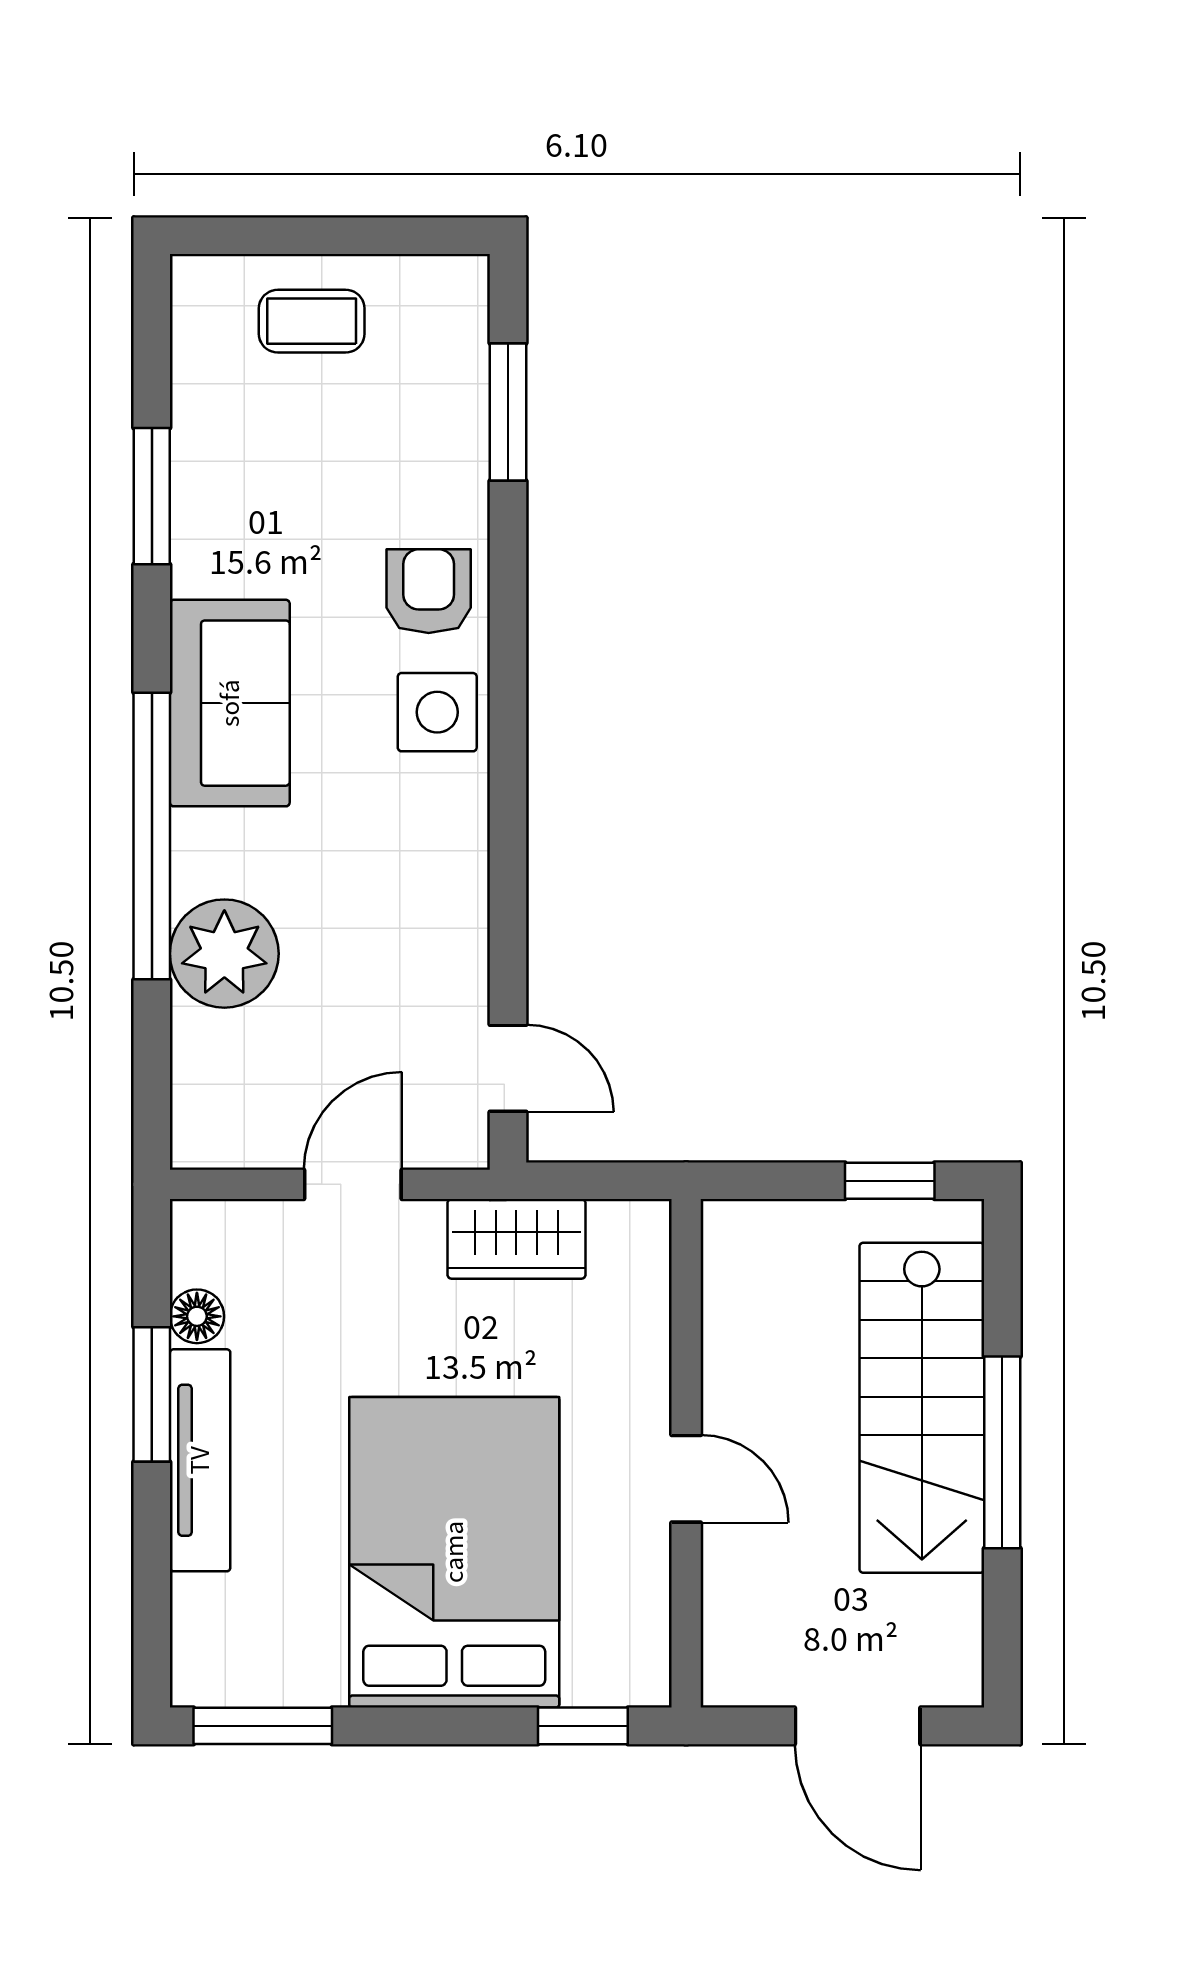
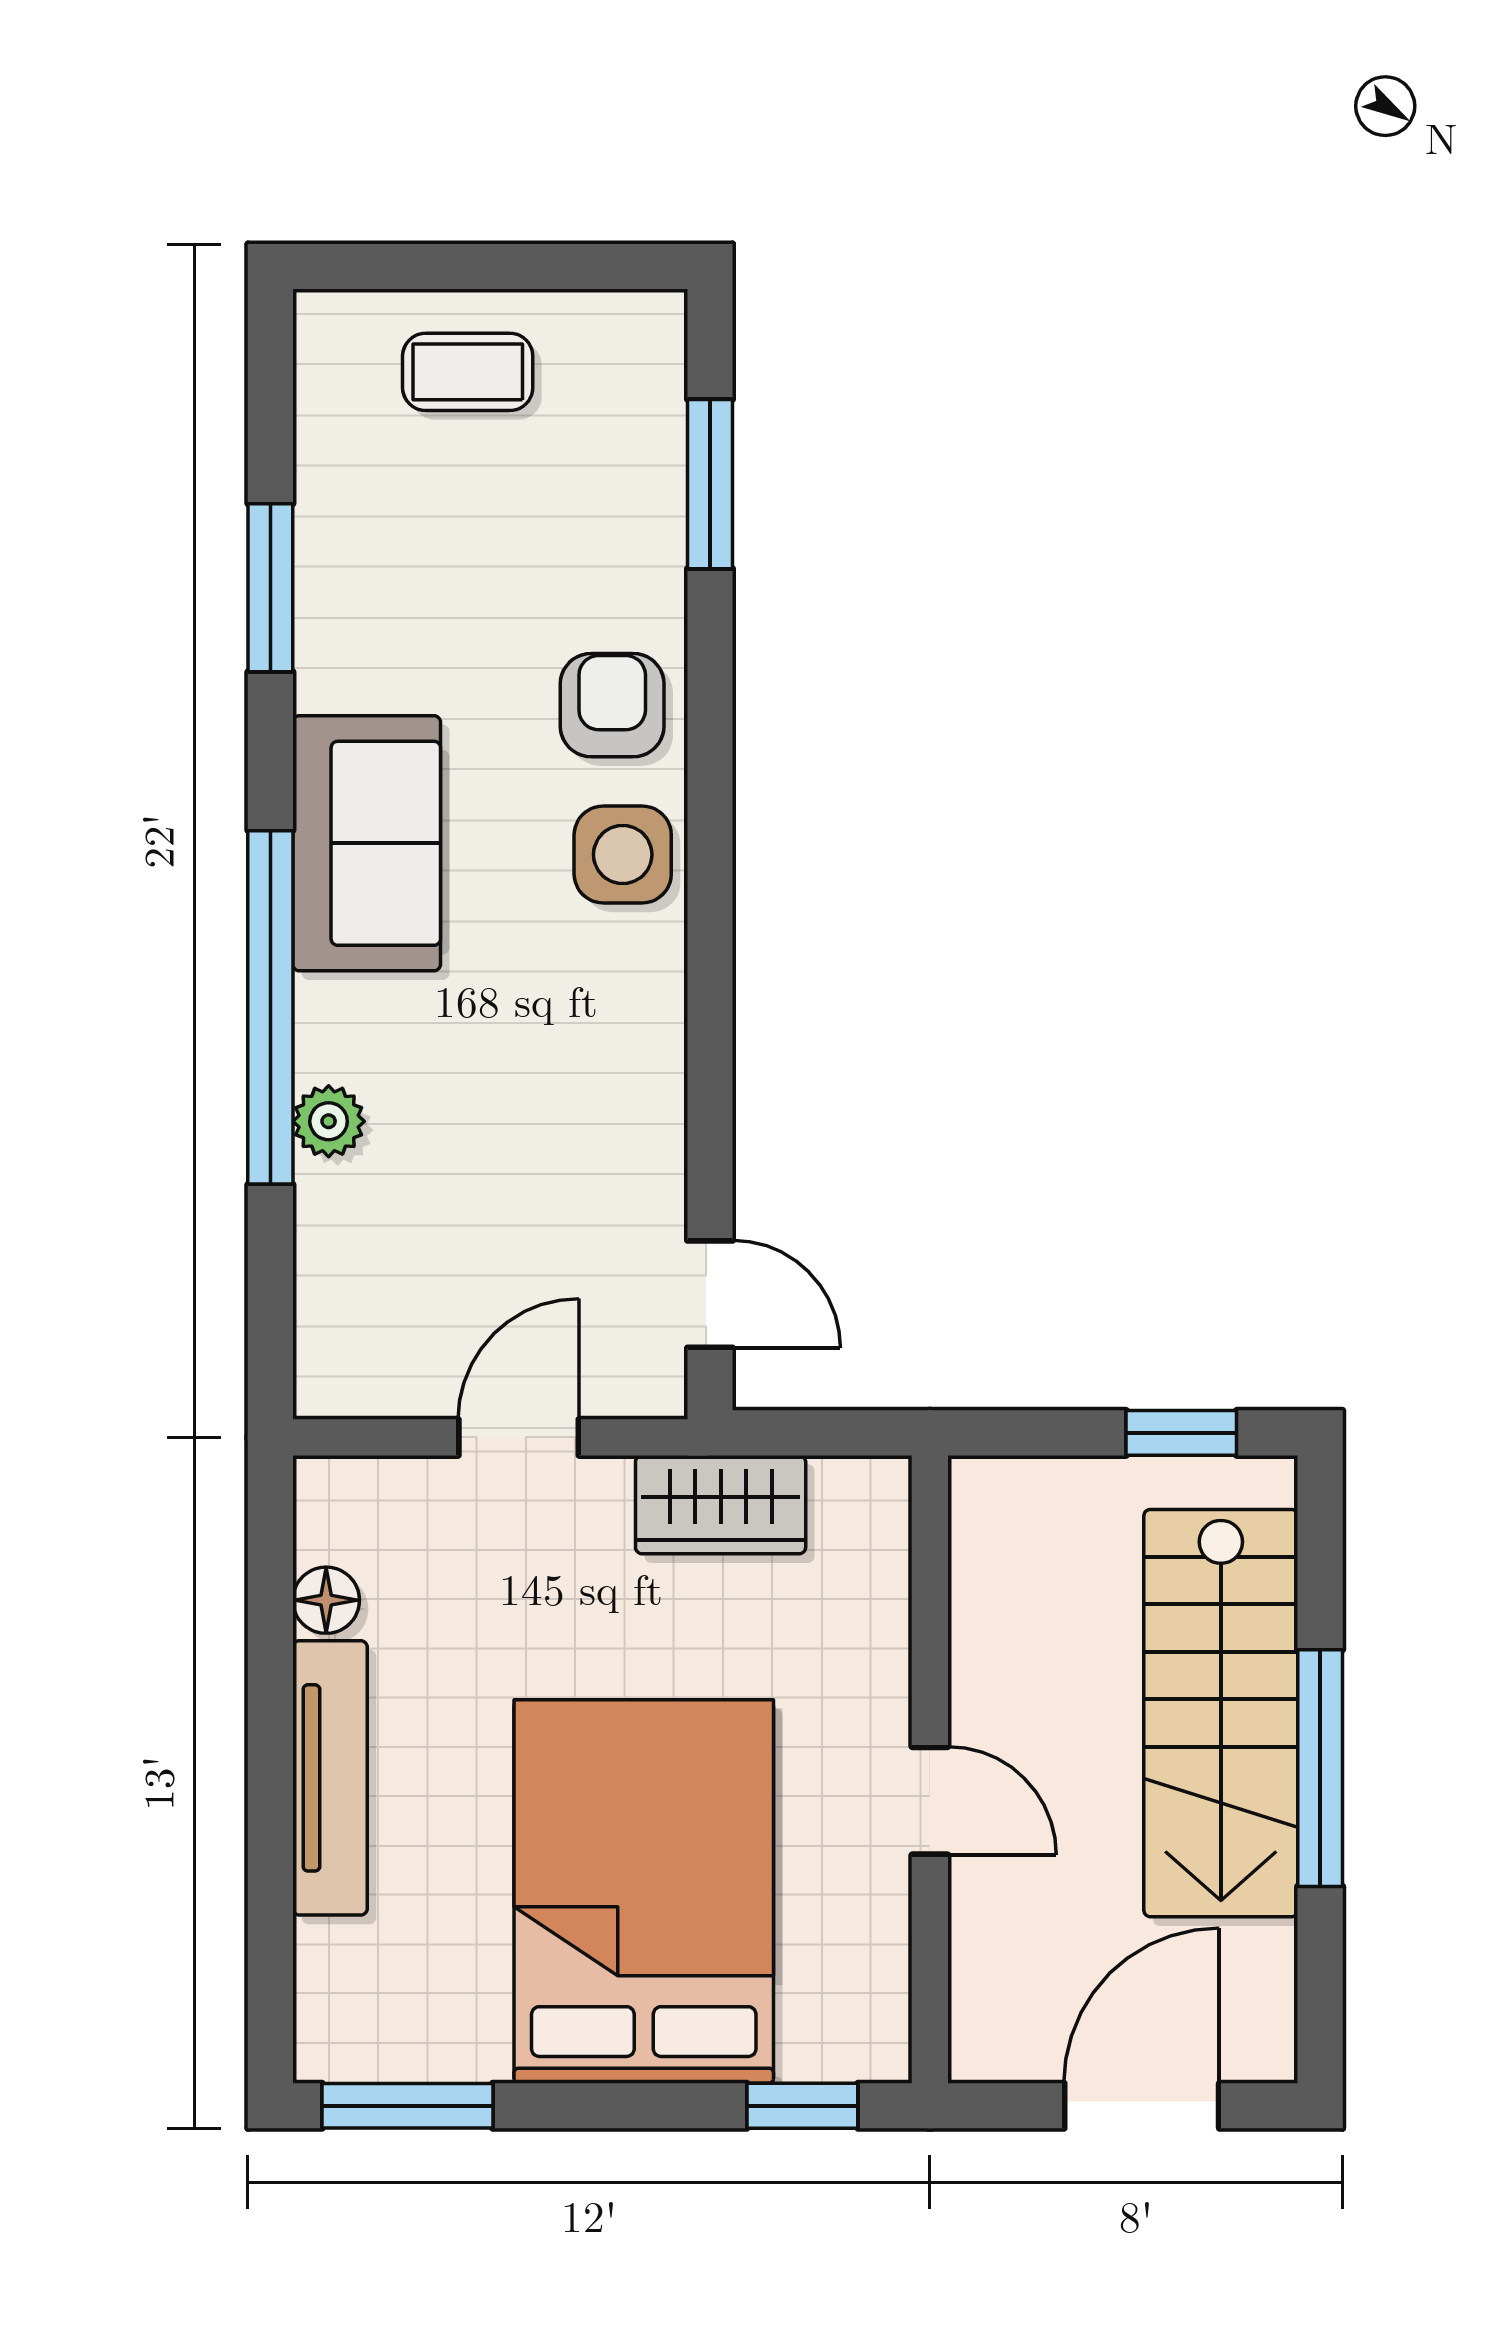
plant: (224, 954) -> (329, 1121), width x0.53, depth x0.53
window: (152, 1394) -> (270, 1697), removed
door: (858, 1726) -> (1142, 2106), swing flipped

